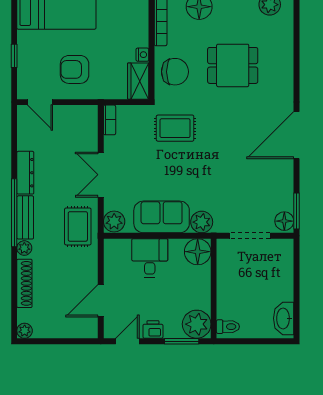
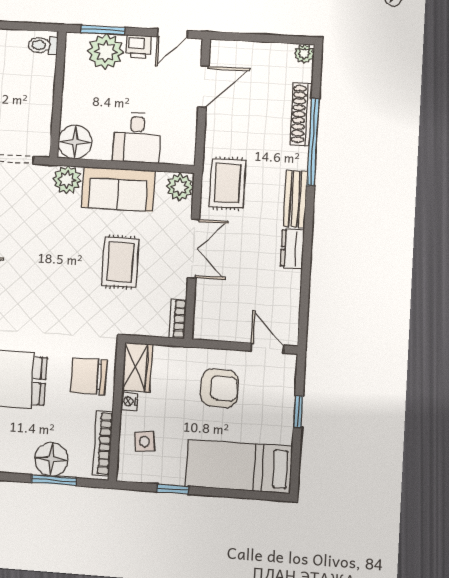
side table: (129, 25) -> (144, 442), added
rug: (175, 128) -> (120, 262), moved, turned 90
dresser: (25, 173) -> (292, 248), width x0.70
window: (14, 213) -> (313, 142), moved
plant: (24, 248) -> (299, 160), removed
plant: (197, 324) -> (106, 52), moved

